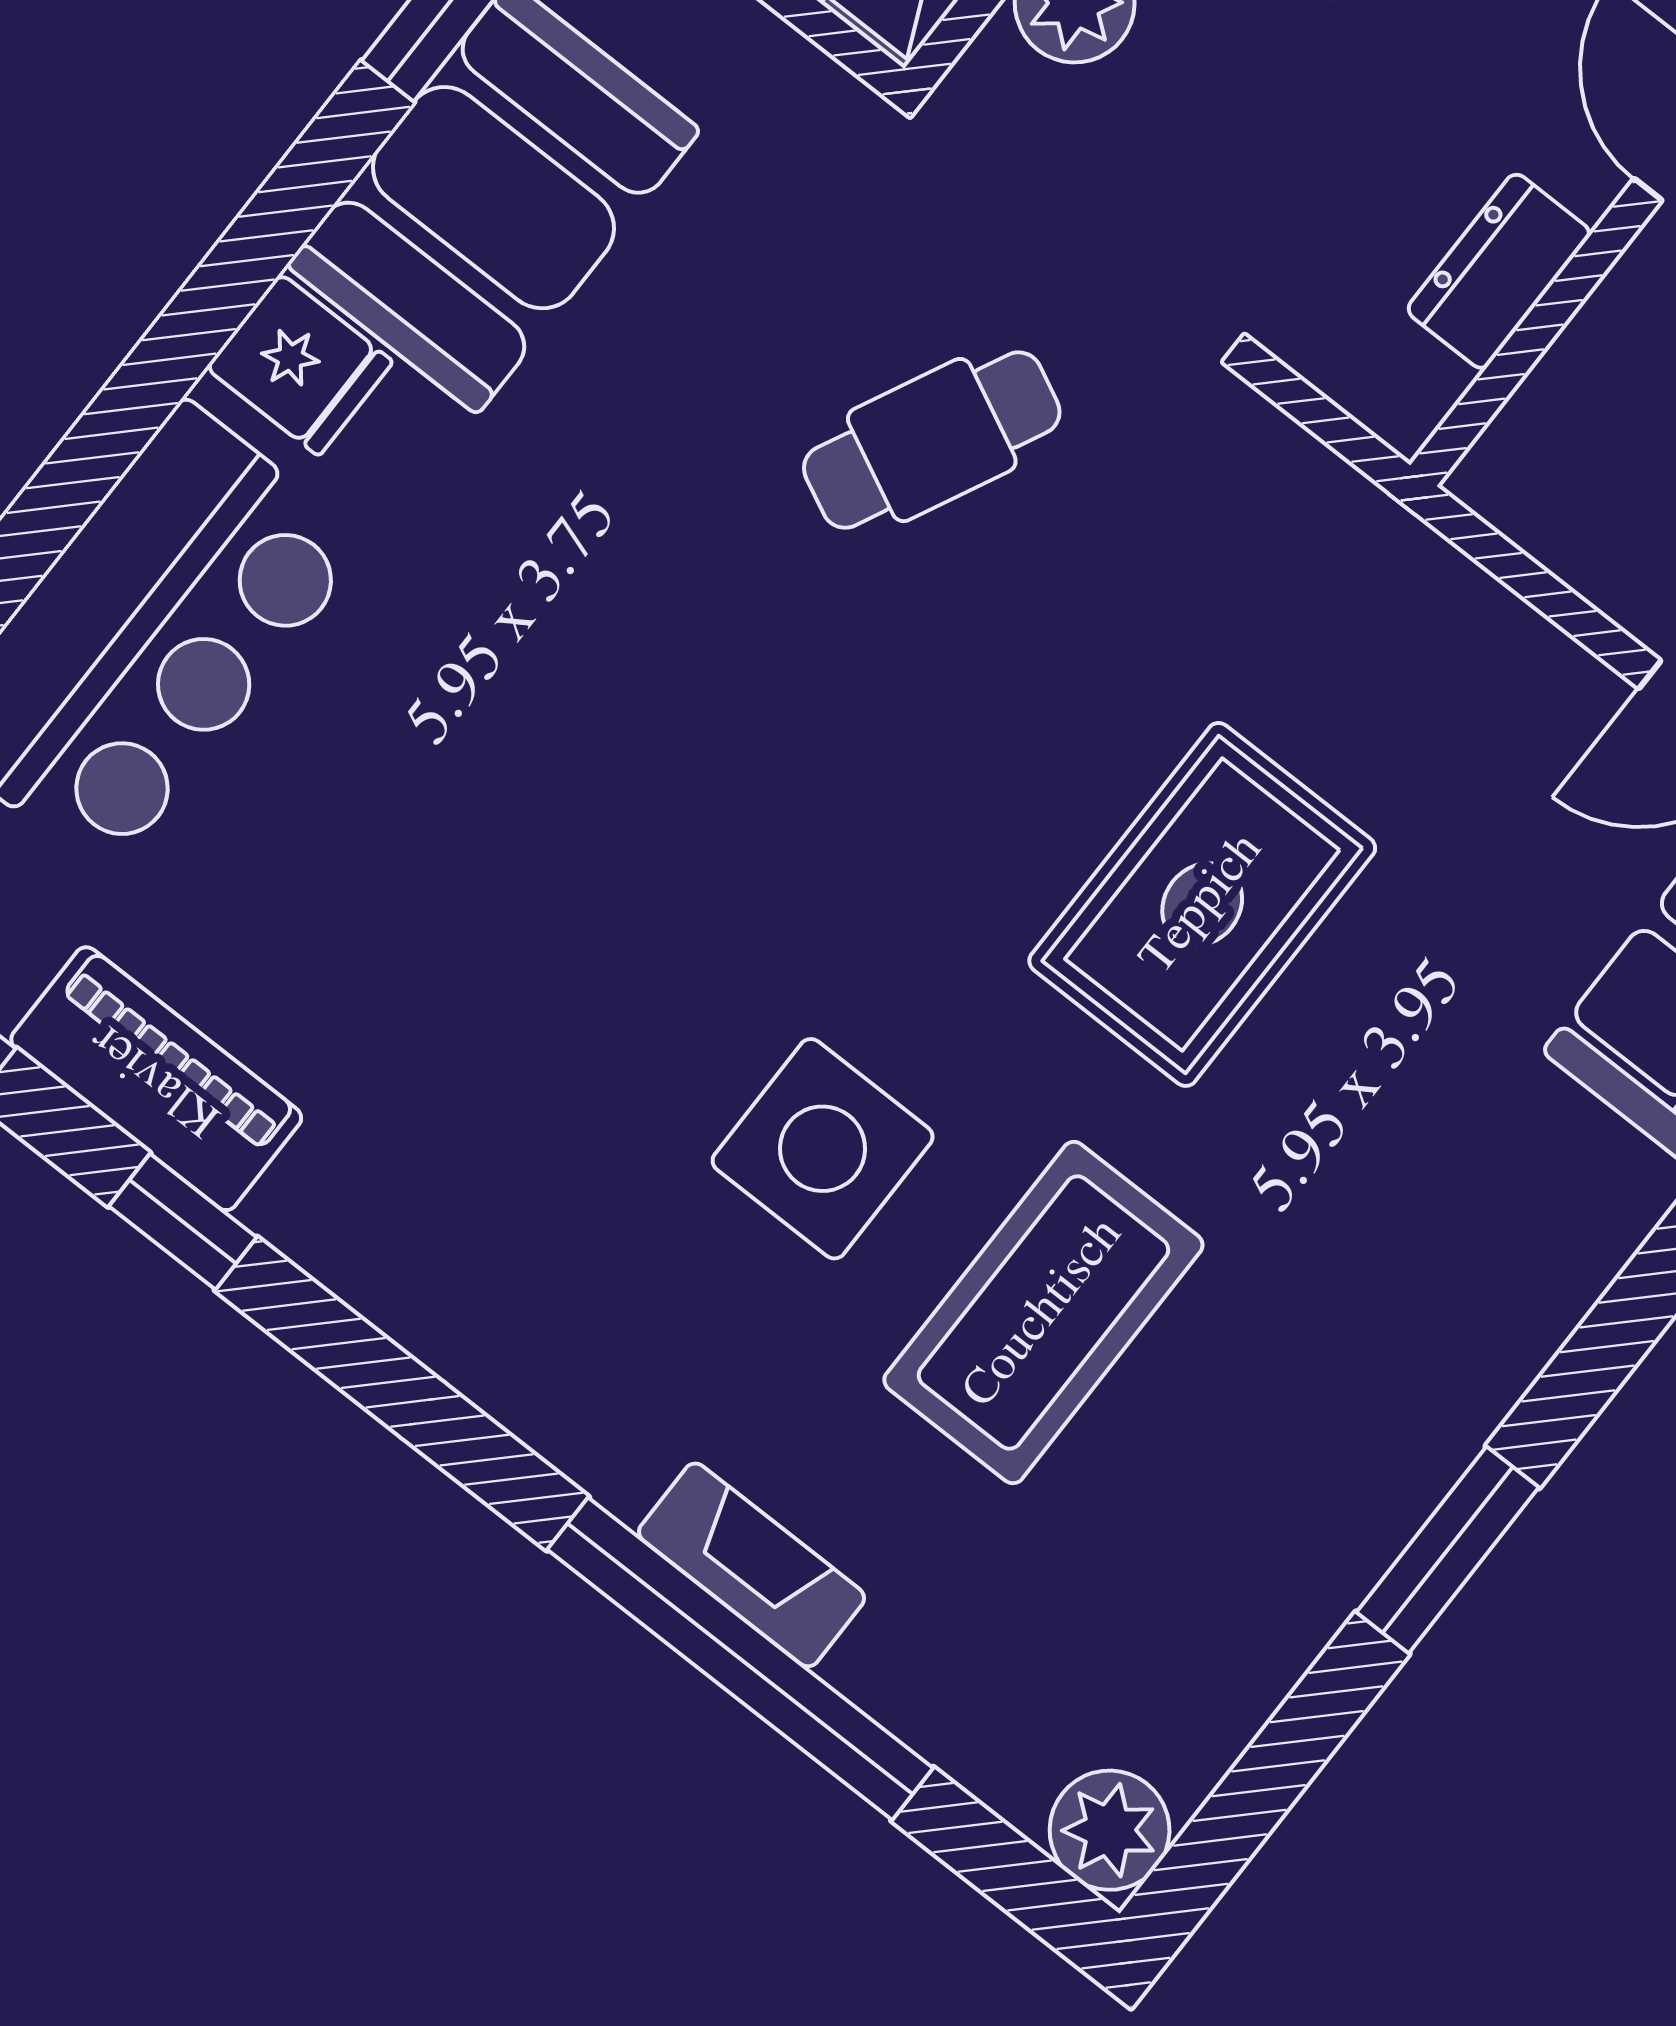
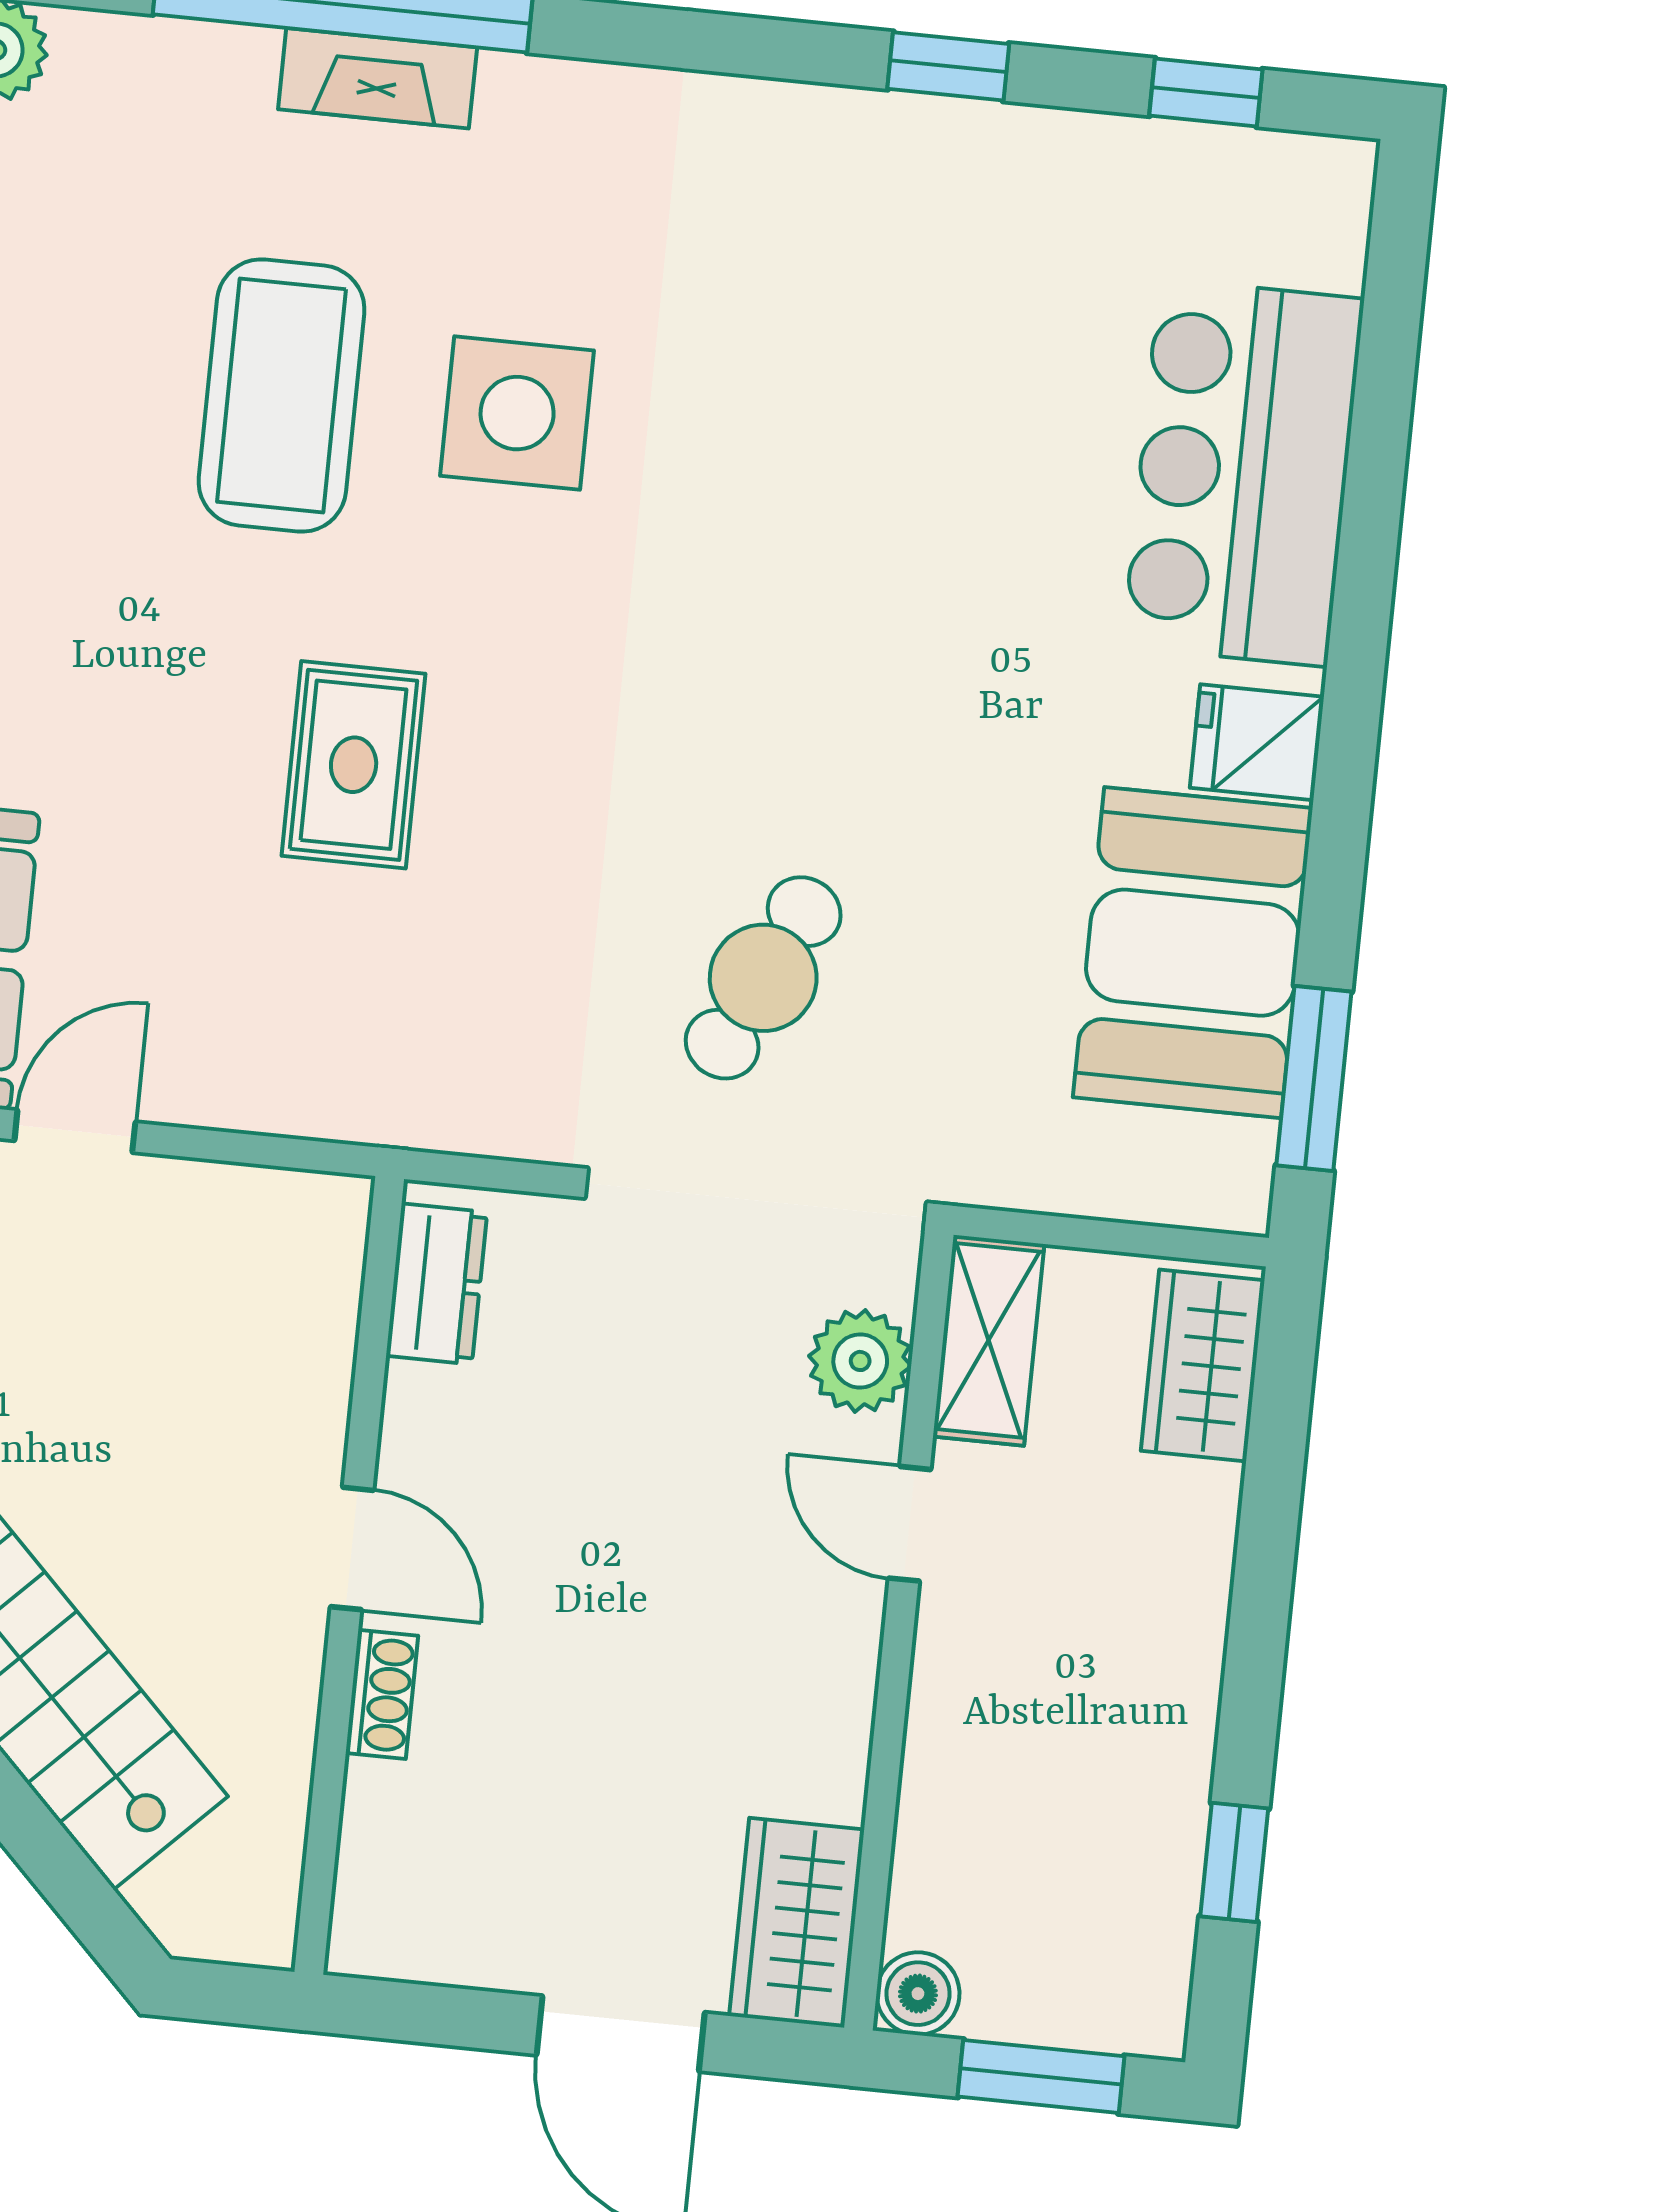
dresser: (1499, 271) -> (437, 1284), moved
rug: (1202, 904) -> (354, 765), width x0.73, depth x0.70
piano: (156, 1079) -> (1033, 158), removed

